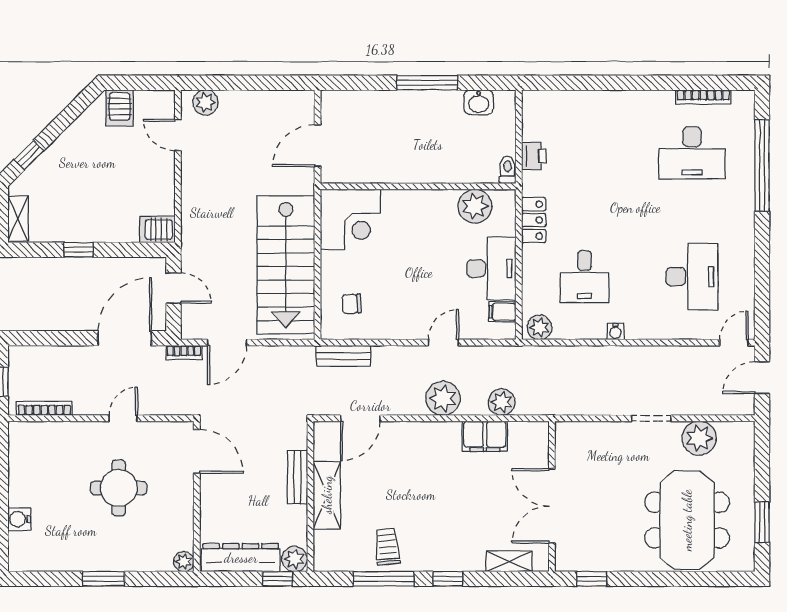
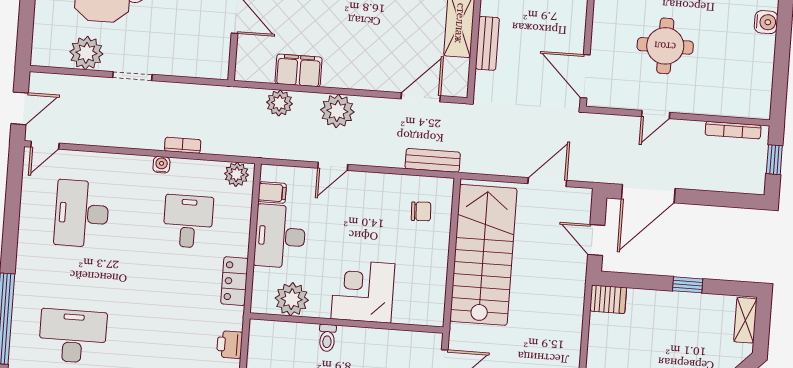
toilet: (507, 170) -> (327, 338), moved
corner desk: (350, 219) -> (363, 291), moved
bookcase: (184, 353) -> (183, 145), moved

